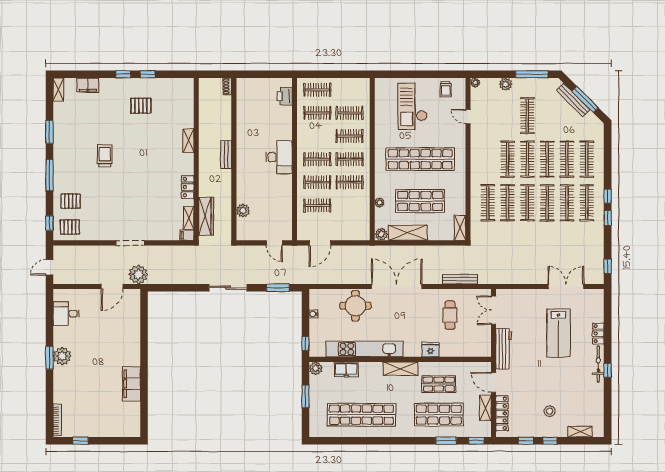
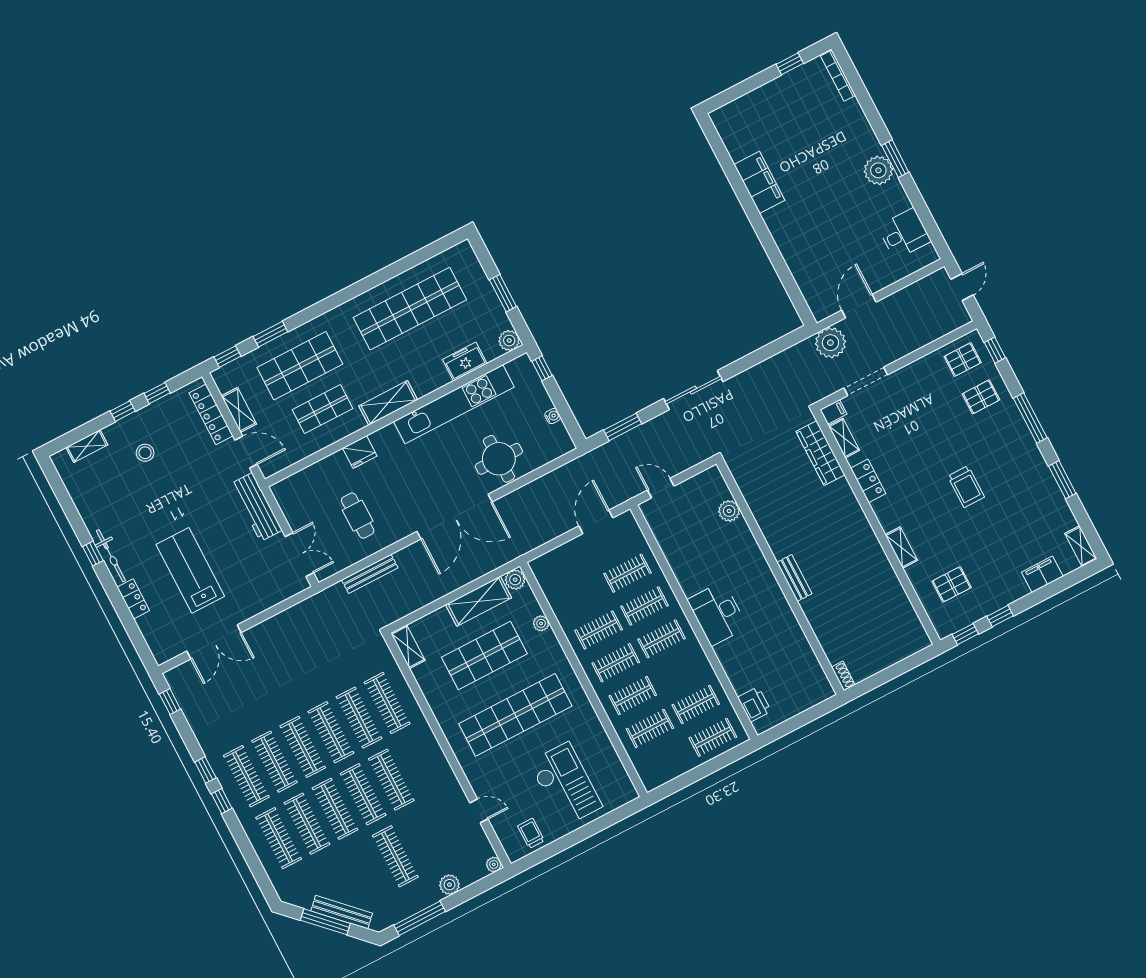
shelving: (188, 141) -> (901, 548), moved
wall: (196, 159) -> (877, 527), moved
locker: (188, 187) -> (868, 481), moved
wardrobe: (206, 216) -> (820, 453), moved
shelving: (189, 218) -> (844, 438), moved
filing cabinet: (187, 235) -> (833, 412), moved

